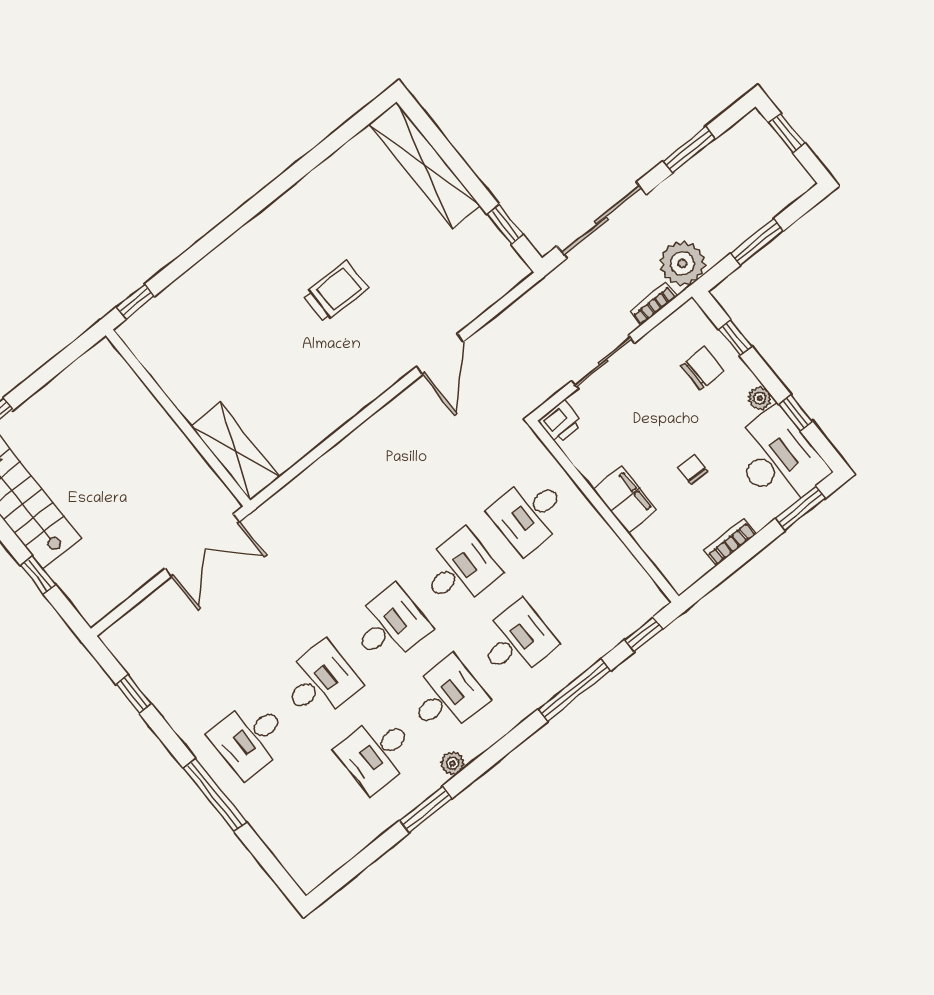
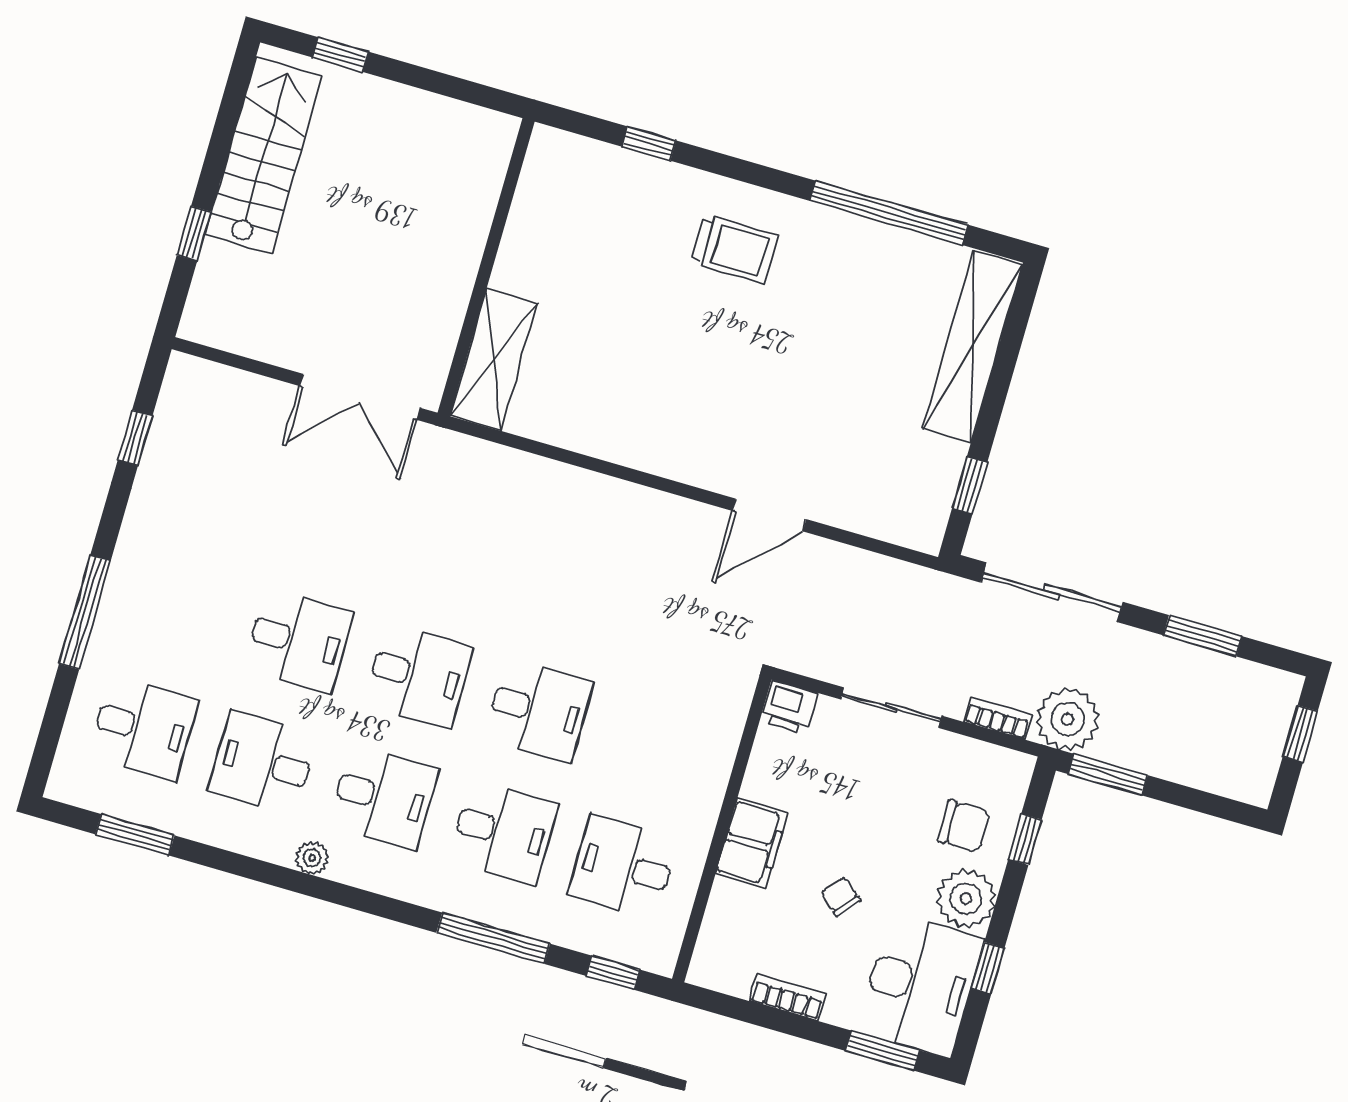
window: (312, 160) -> (889, 213), added
window: (757, 242) -> (1108, 775), moved
trolley: (336, 292) -> (734, 249), moved
window: (135, 302) -> (649, 144), moved
plant: (760, 398) -> (966, 899), width x1.87, depth x1.87
chair: (693, 469) -> (841, 897), turned -49
desk: (529, 514) -> (623, 867), moved
desk: (250, 738) -> (143, 728), moved, turned 180
window: (426, 810) -> (135, 835), moved

